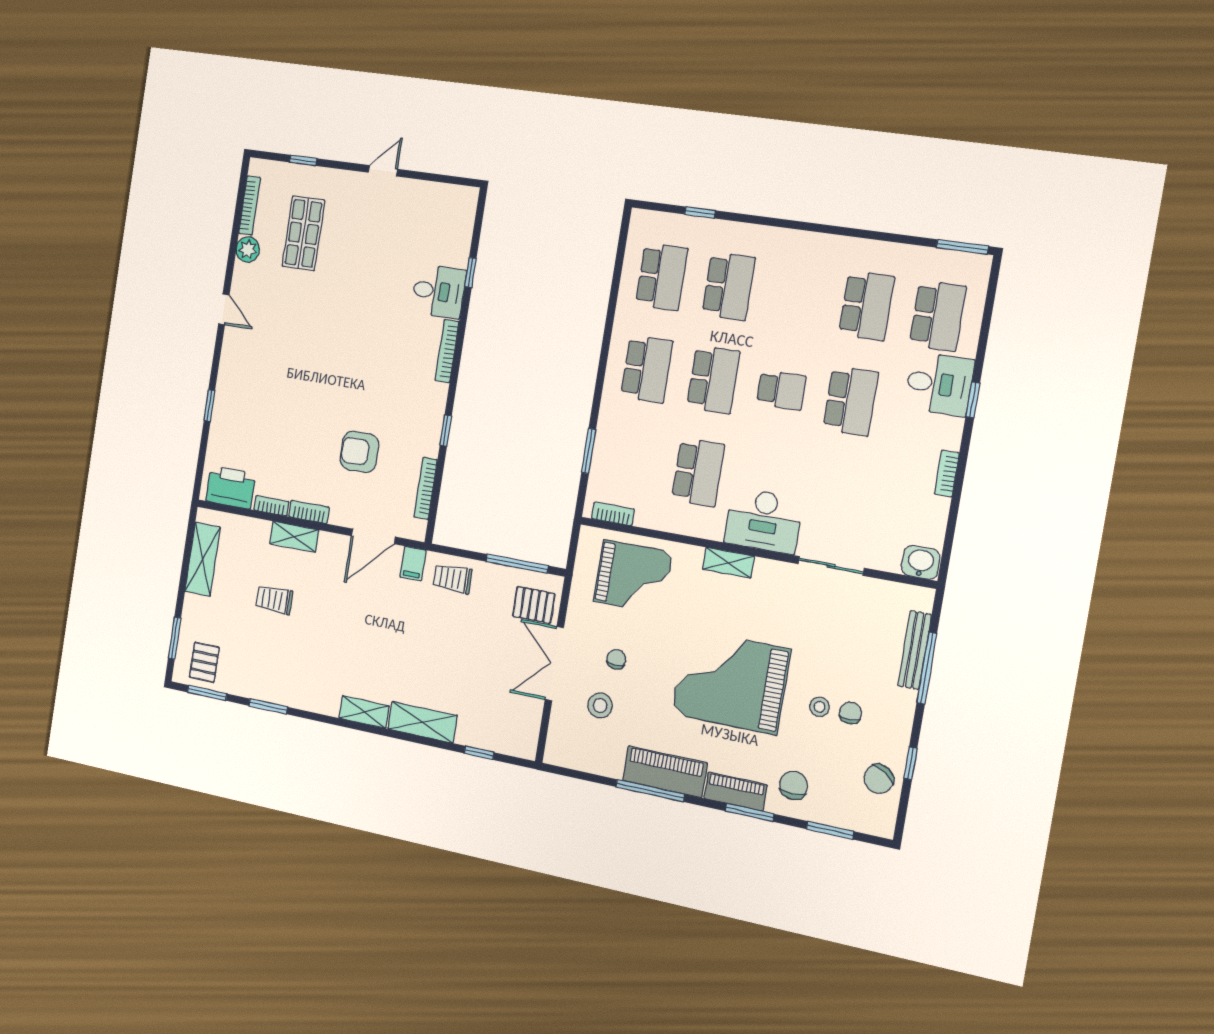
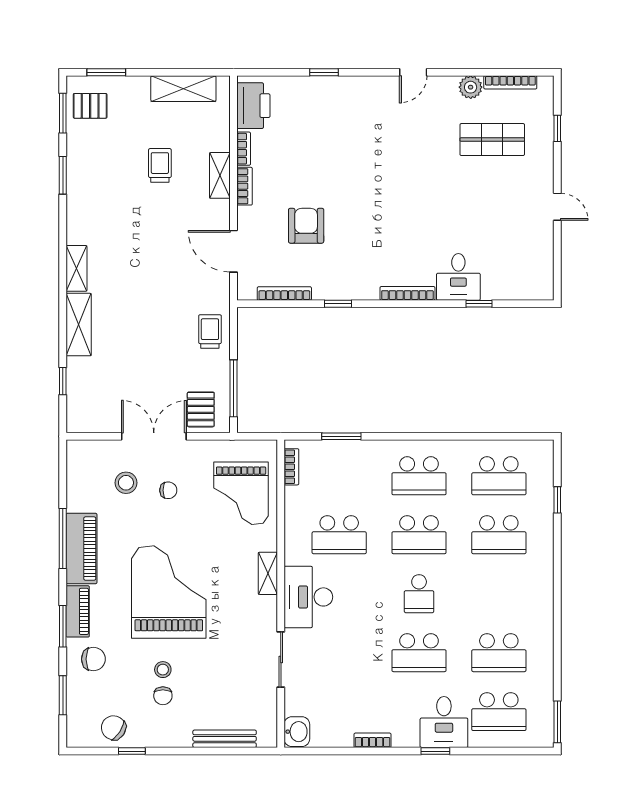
filing cabinet: (413, 564) -> (216, 293), removed
window: (927, 668) -> (212, 751), removed
chair: (851, 713) -> (163, 696), turned 90

